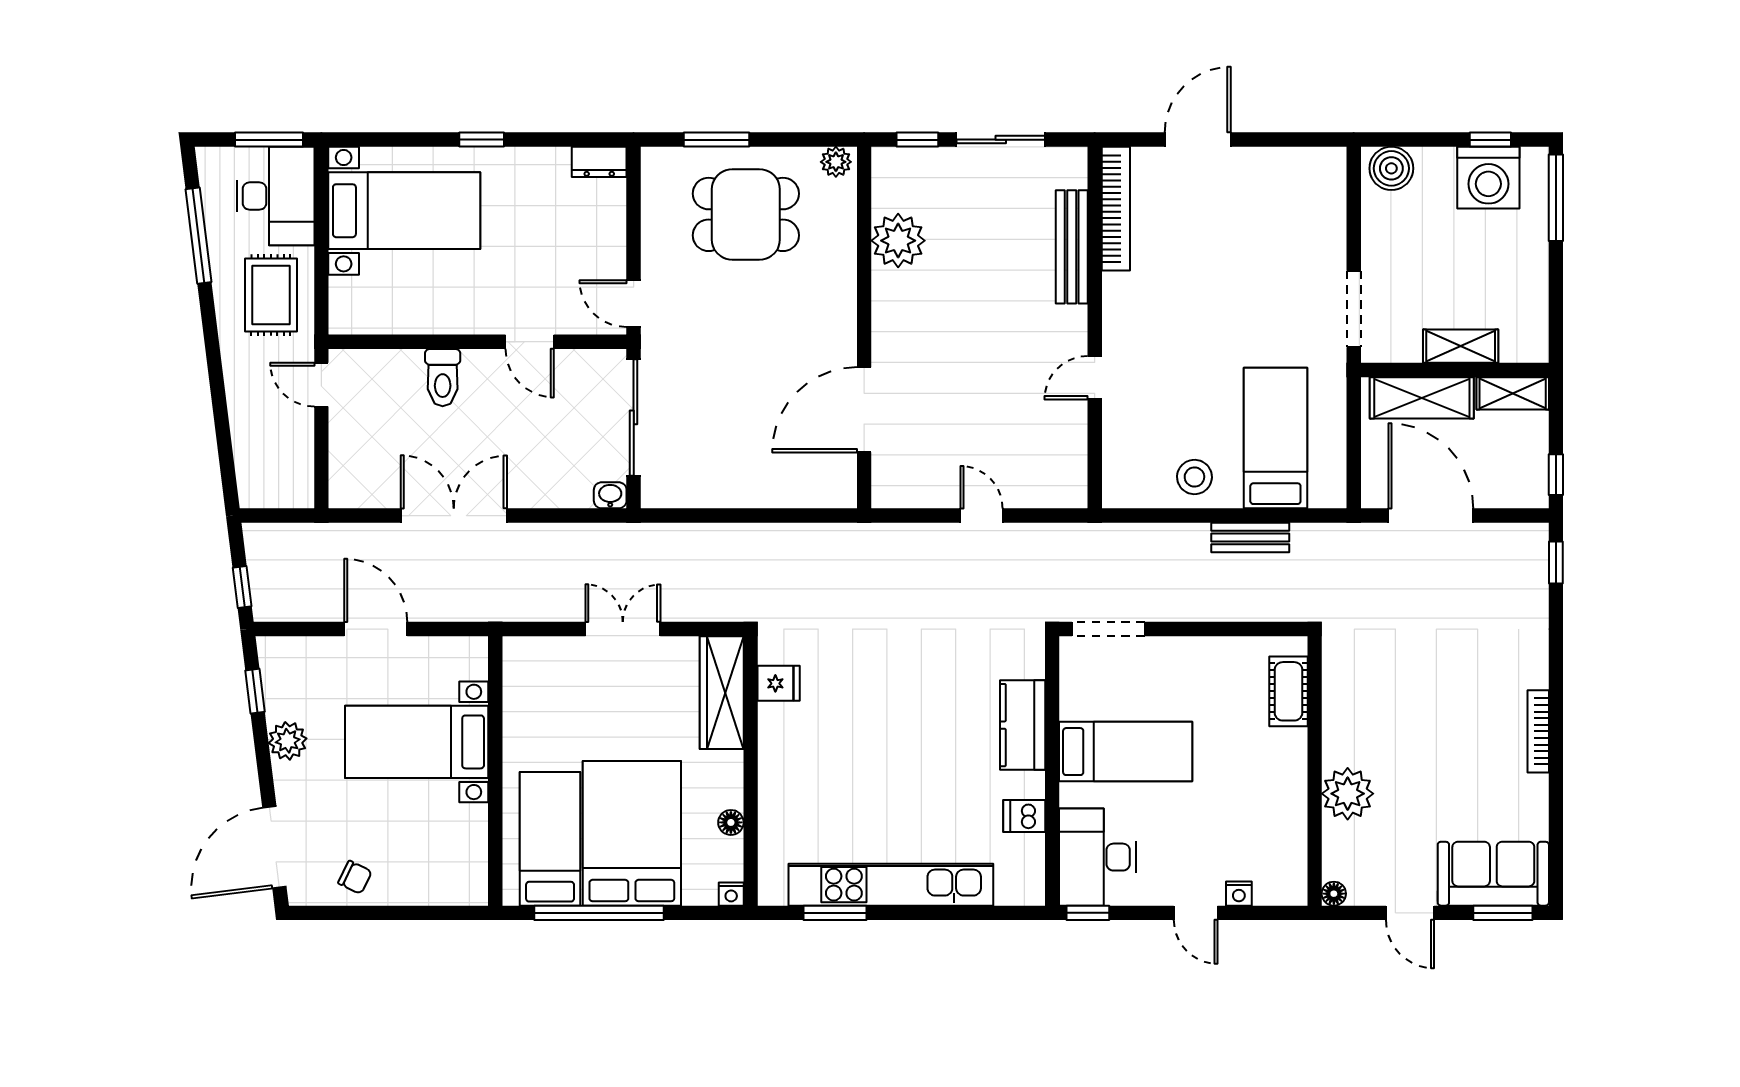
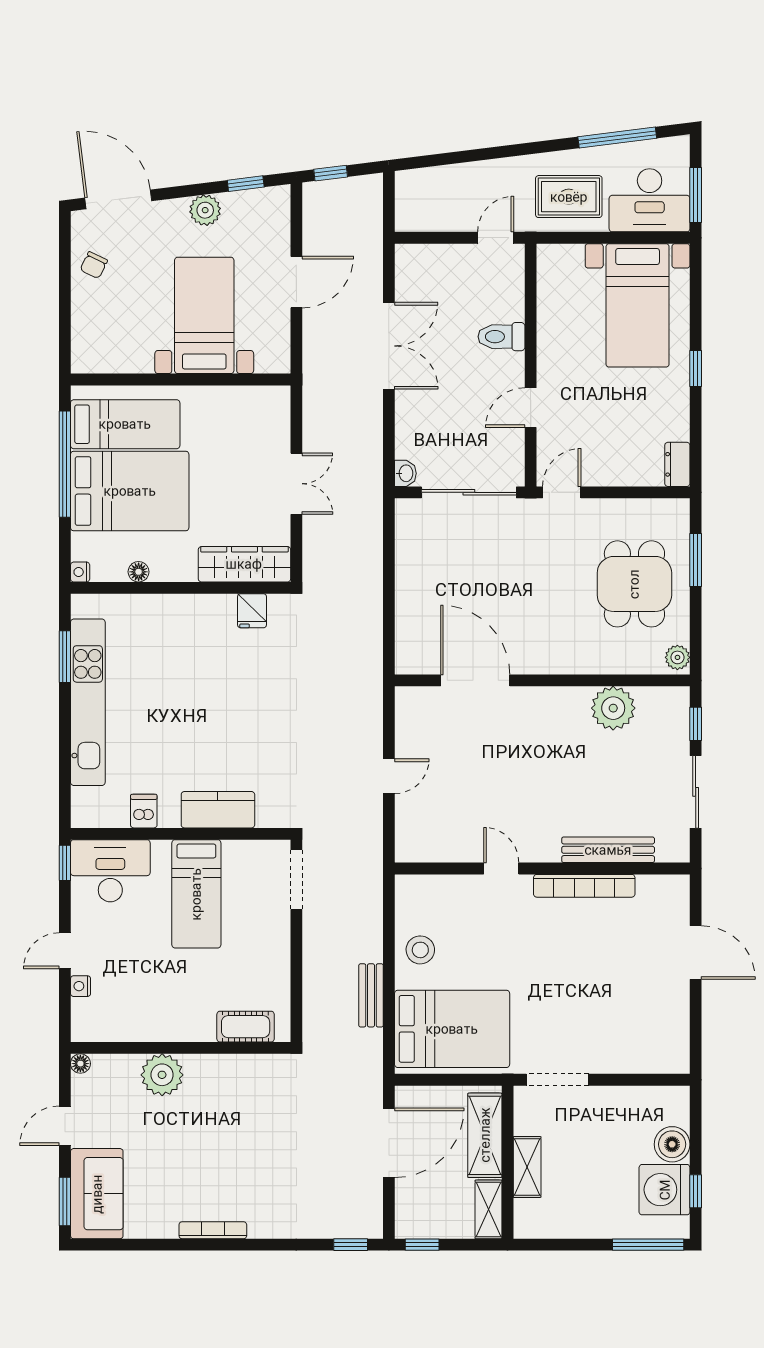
boiler: (1391, 168) -> (672, 1144), moved
bookcase: (1116, 209) -> (584, 886), moved
bed: (1275, 438) -> (452, 1029), width x1.50

